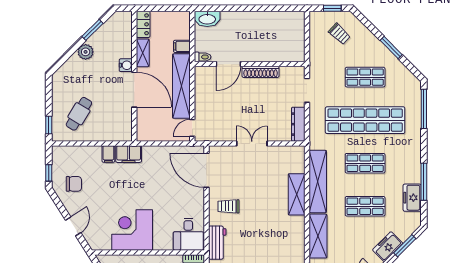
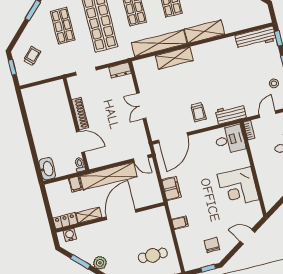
water cooler: (126, 65) -> (70, 235), moved
cafe table: (79, 114) -> (153, 255), turned -31
dresser: (298, 124) -> (120, 70), width x0.70
filing cabinet: (129, 154) -> (171, 189), moved

